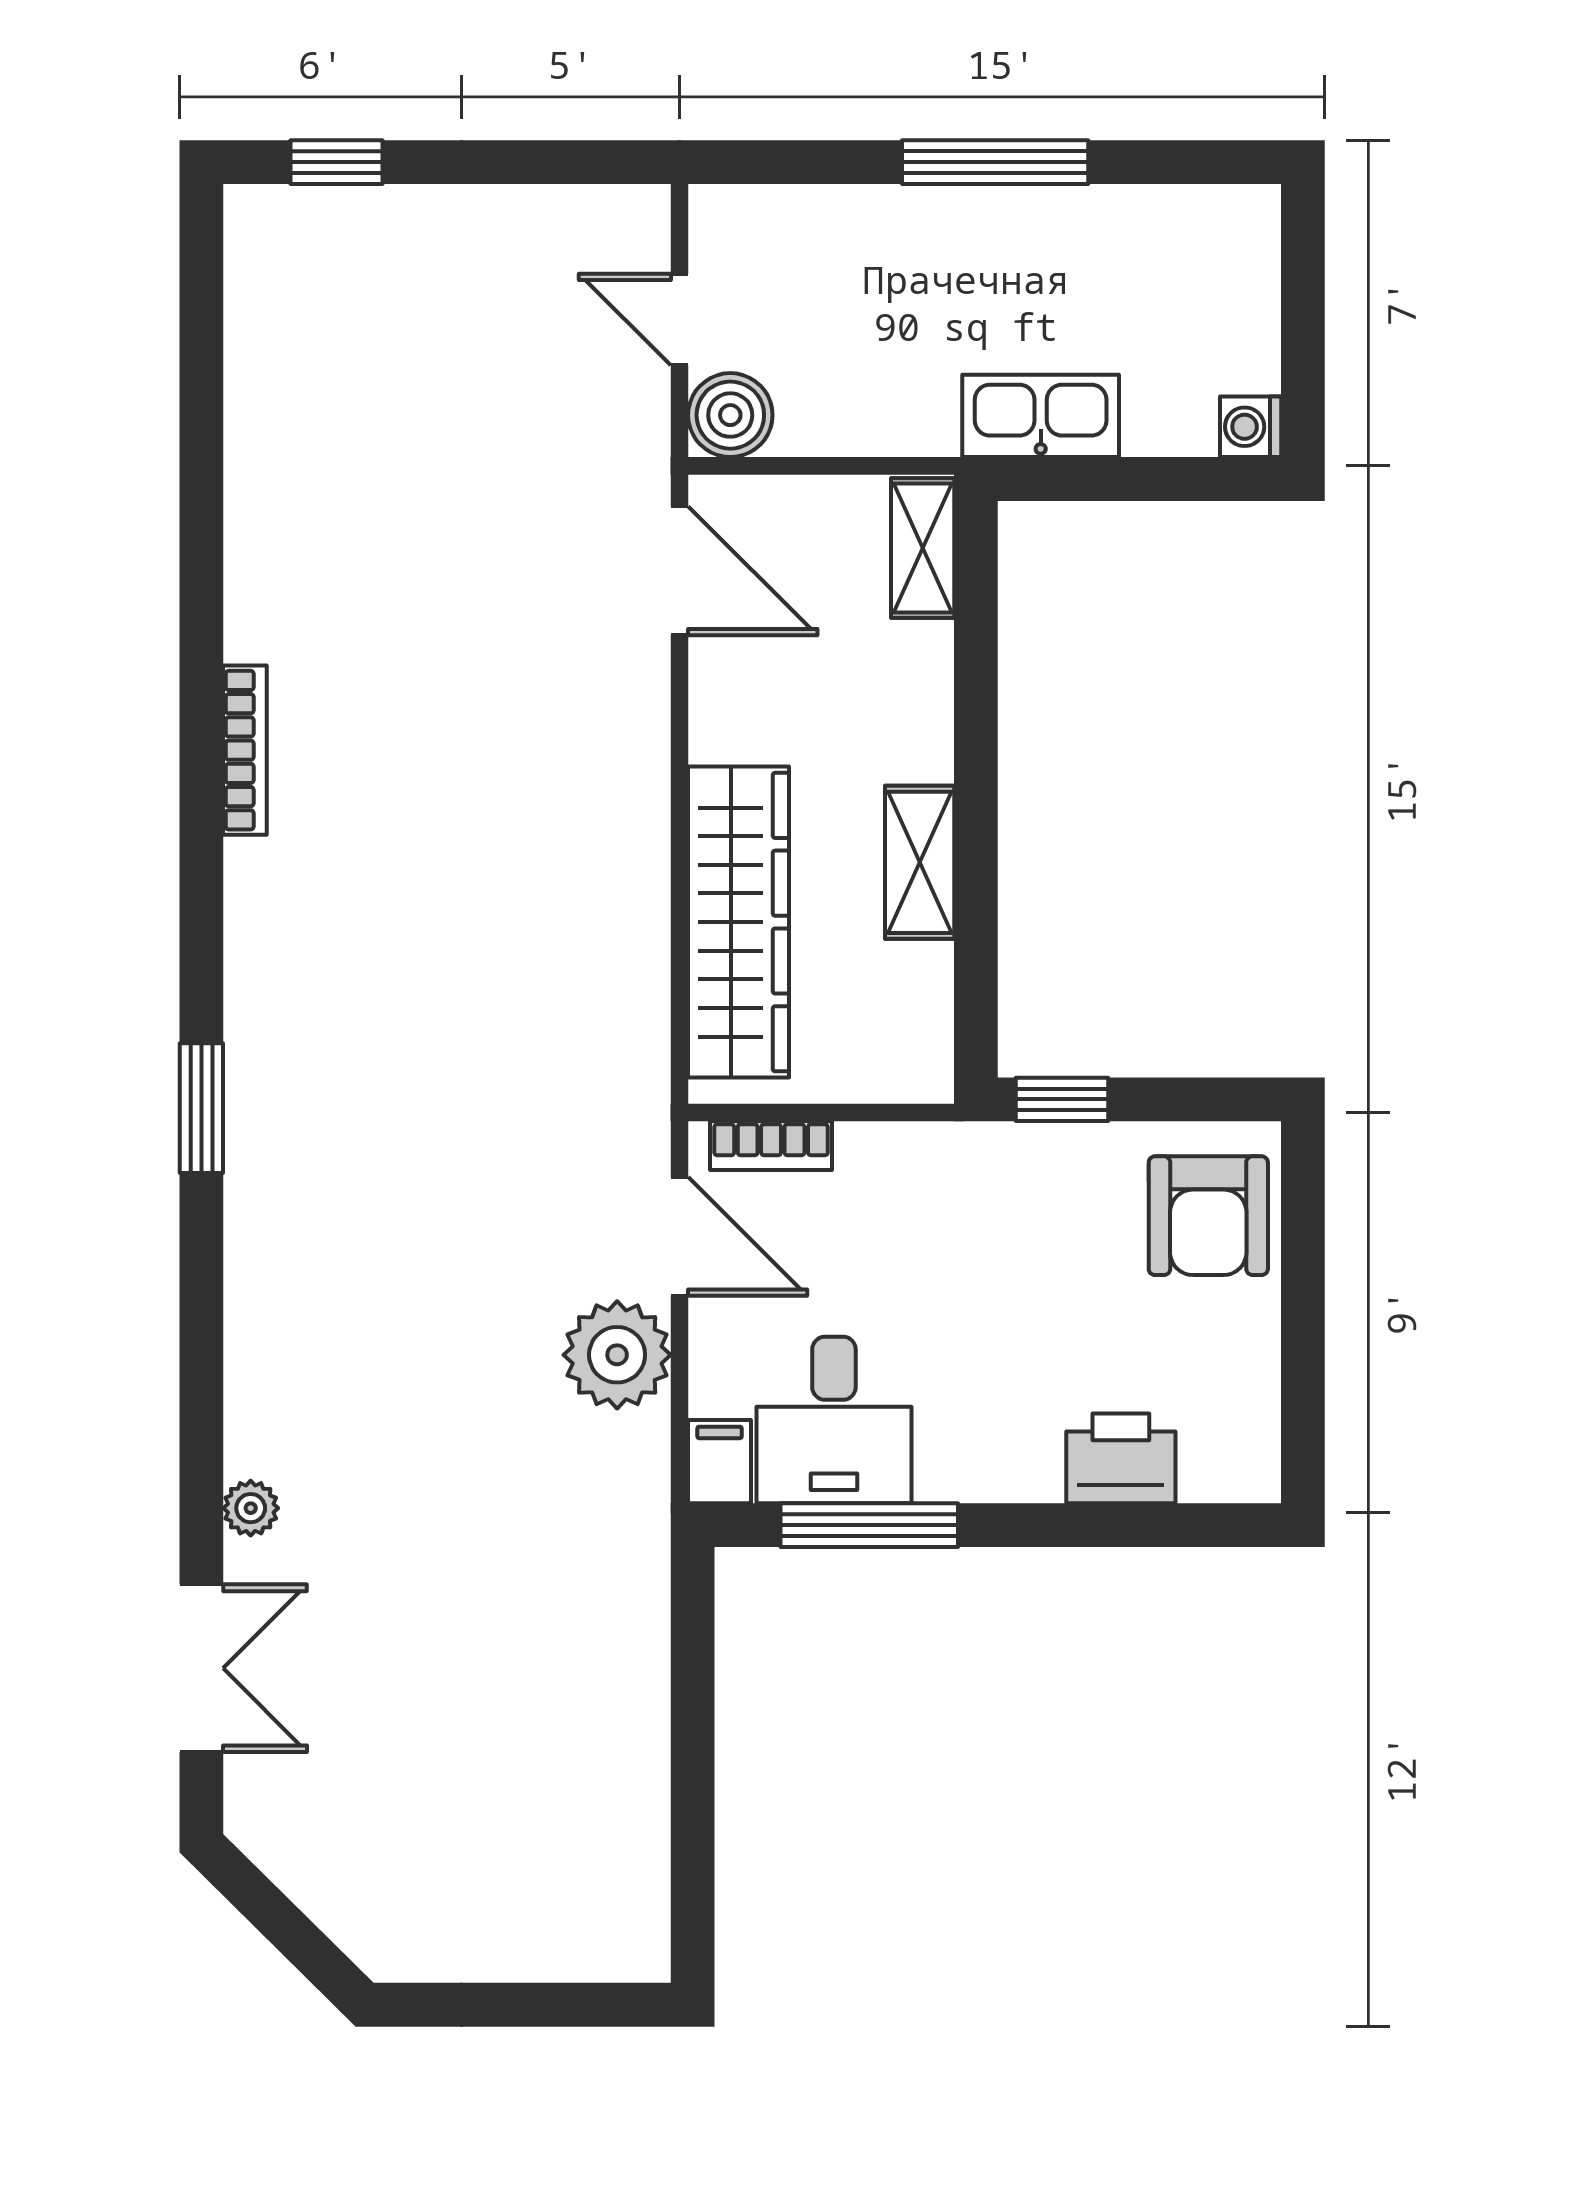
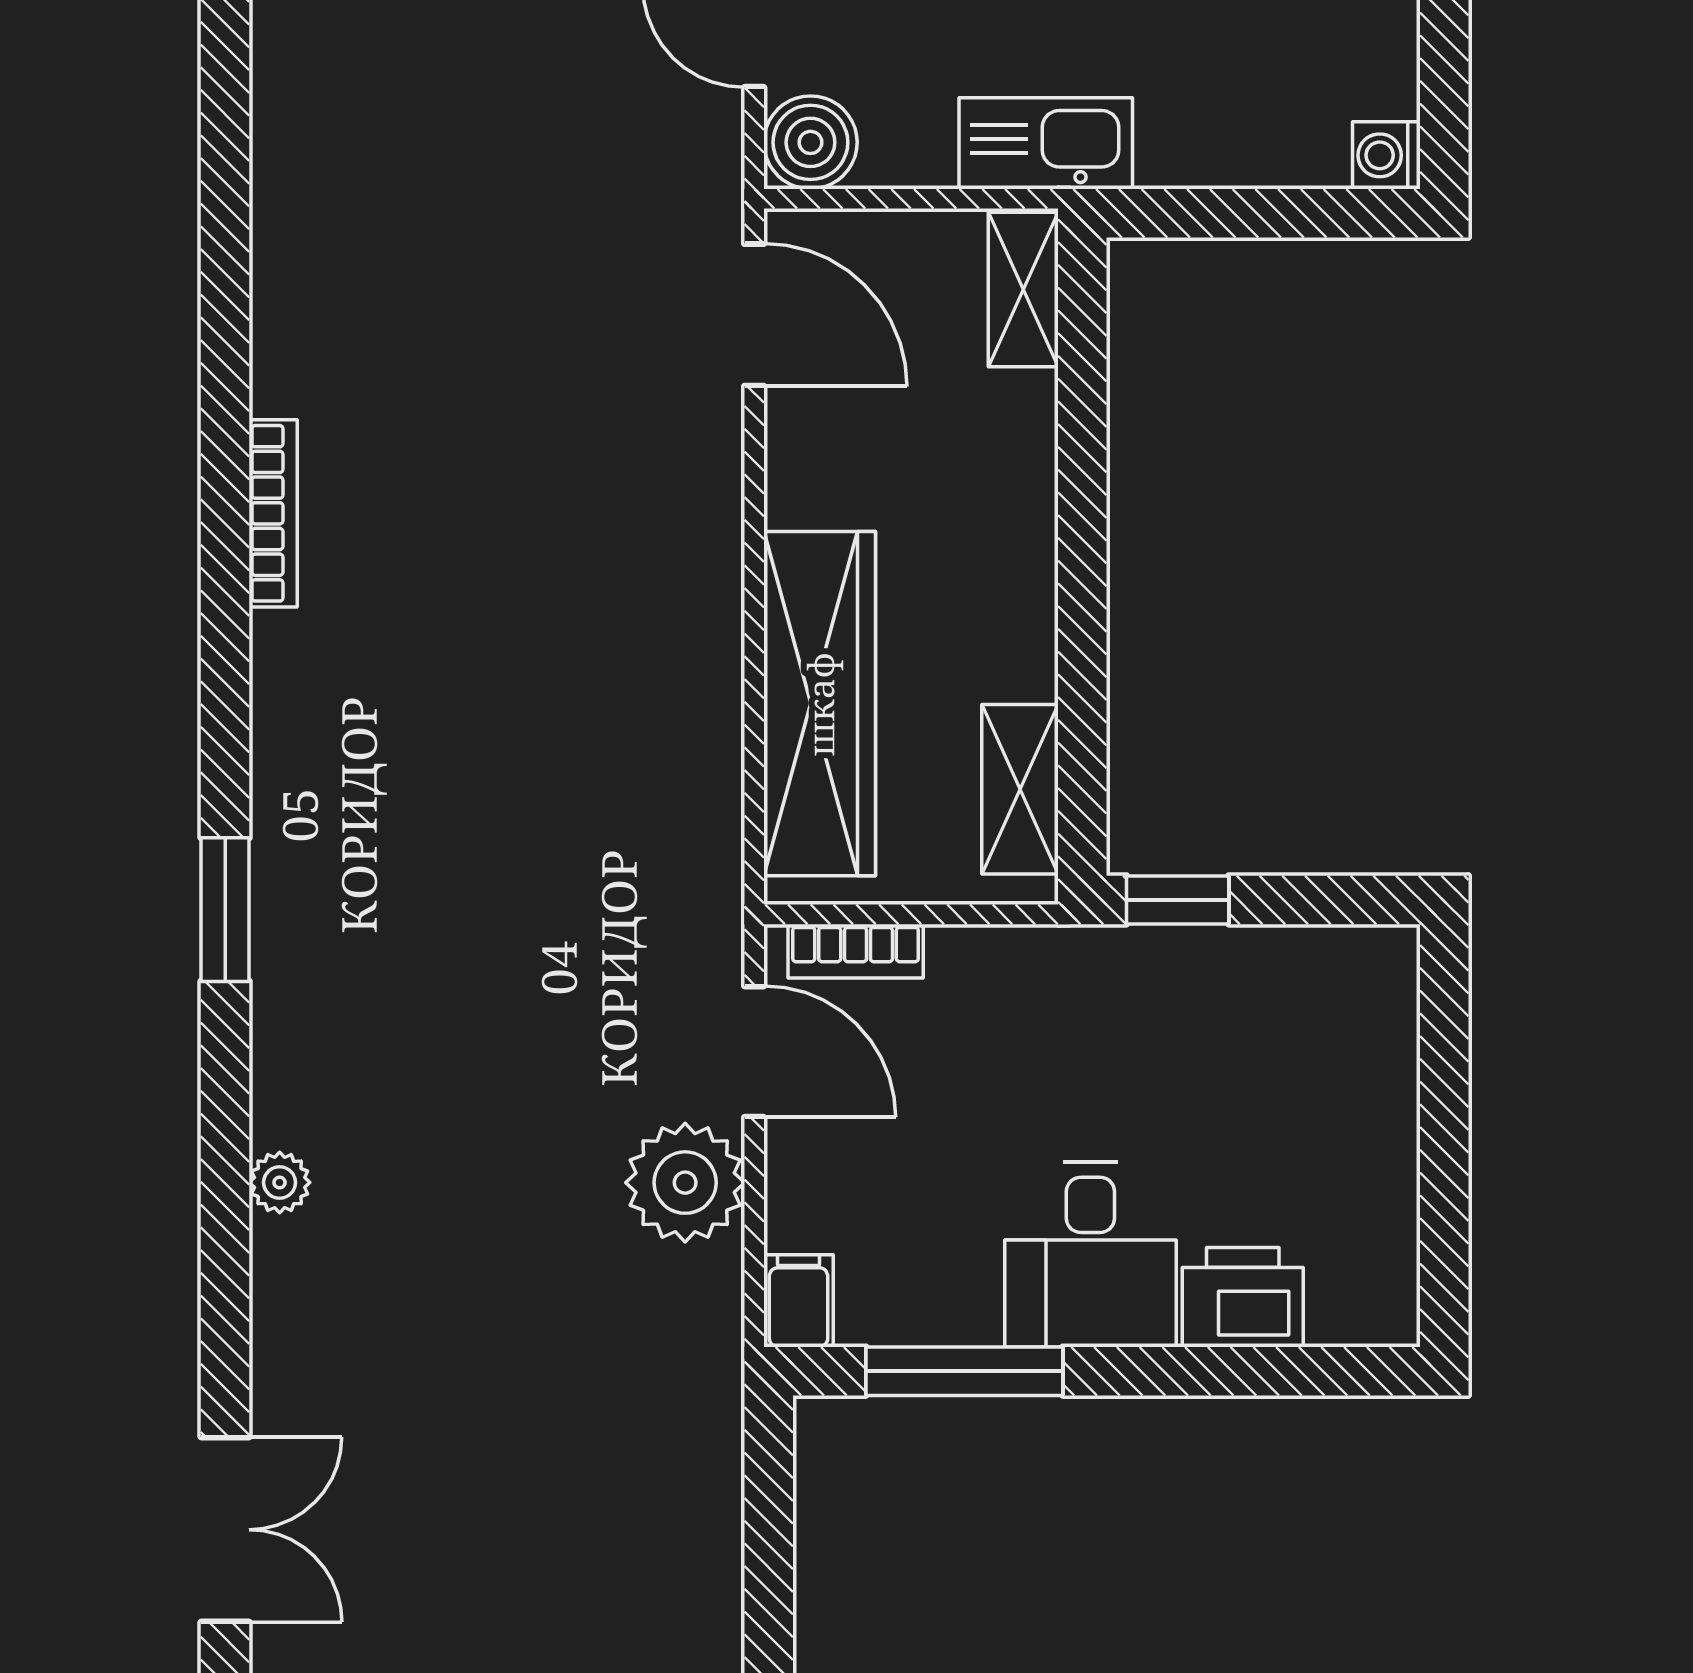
kitchen sink: (1041, 416) -> (1046, 143), moved
shelving: (920, 862) -> (1020, 789), moved
armchair: (1208, 1216) -> (1340, 1029), removed
desk: (834, 1420) -> (1090, 1255), moved
plant: (251, 1508) -> (280, 1182), moved

